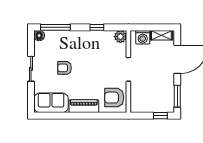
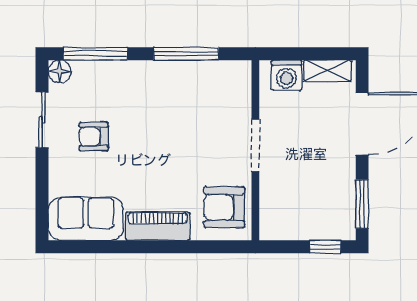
window: (97, 27) -> (186, 54), width x2.17
plant: (120, 37) -> (238, 74), removed
armchair: (65, 68) -> (94, 137), moved
sliding door: (31, 69) -> (42, 120), moved

